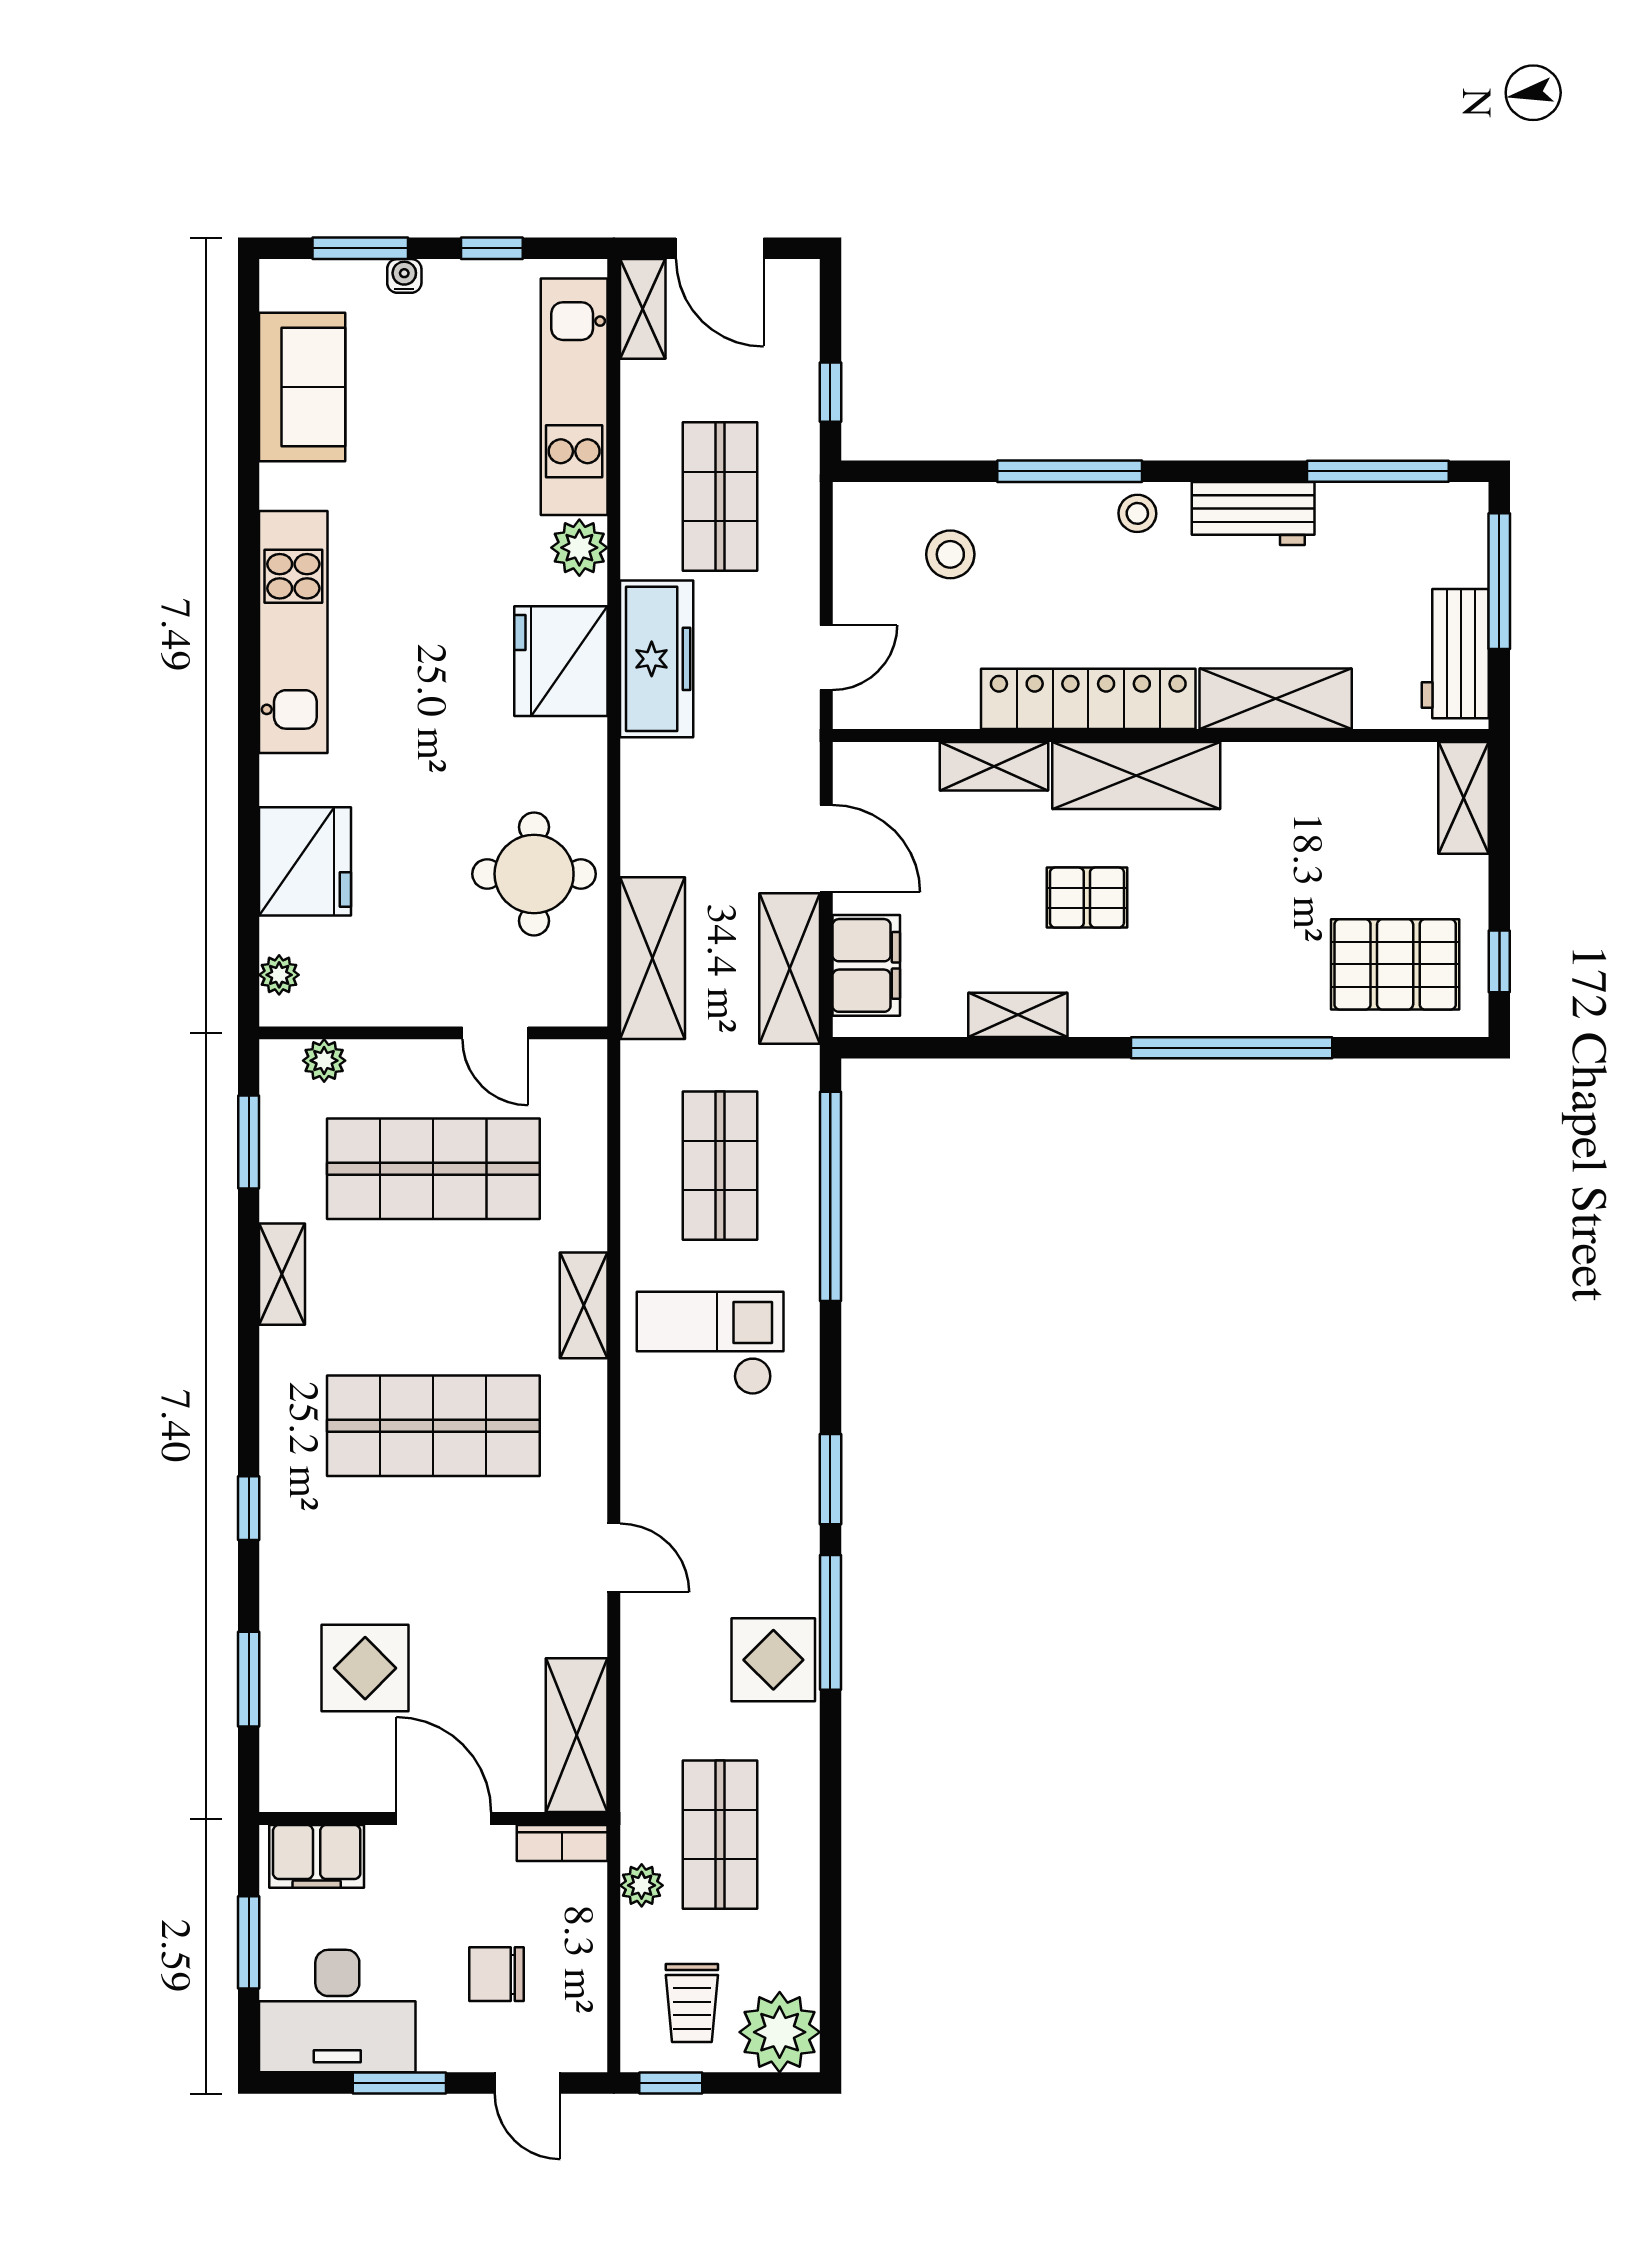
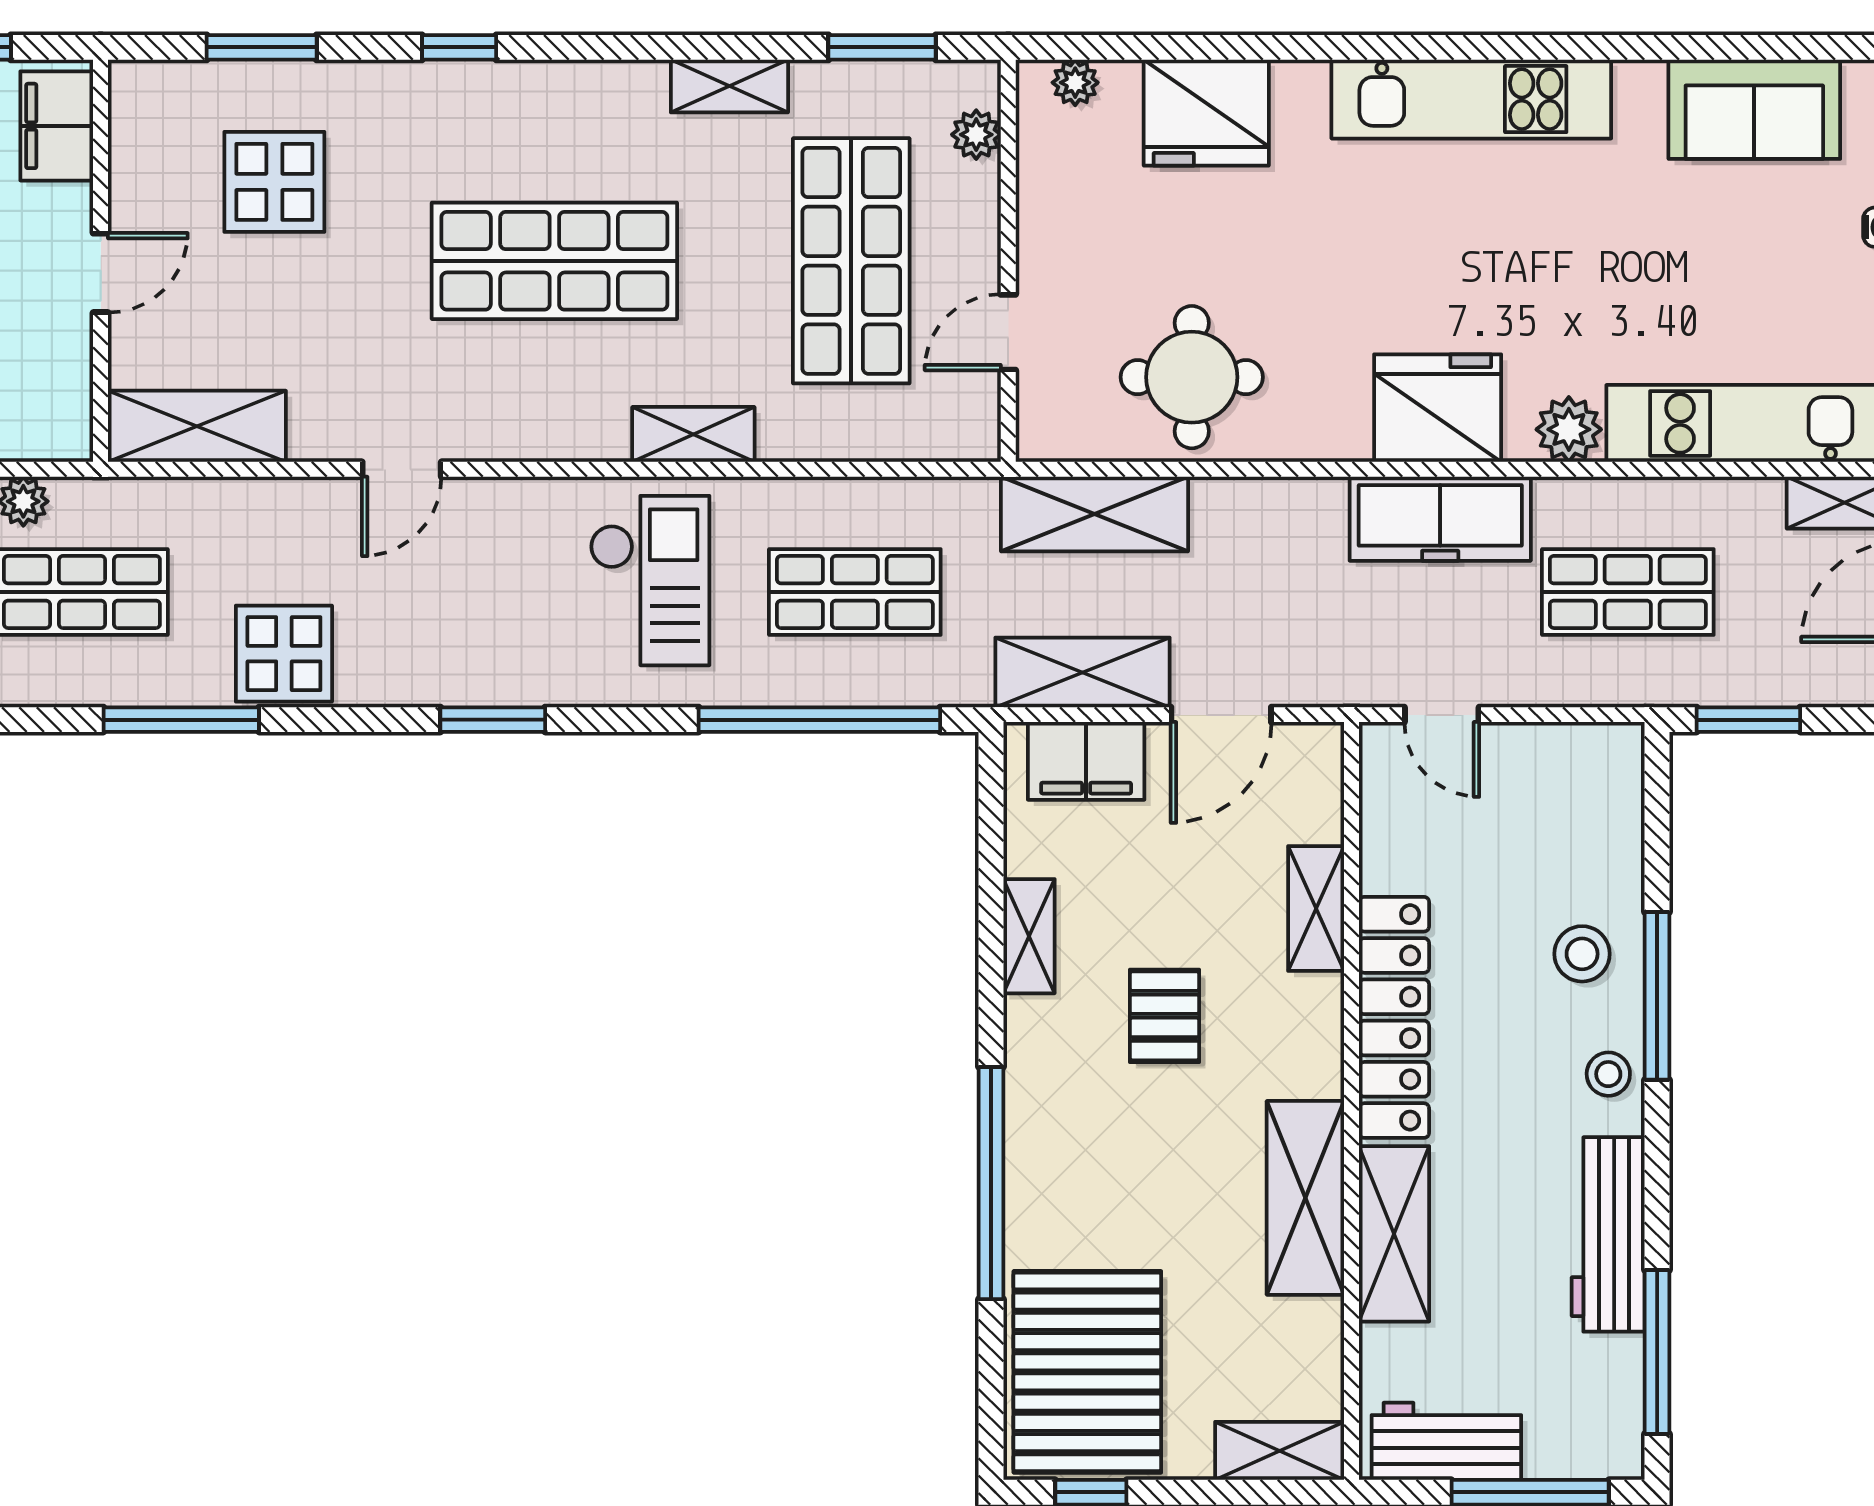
window: (830, 392) -> (1748, 720), width x1.50
workbench: (1253, 513) -> (1608, 1234), width x1.37
stool: (950, 554) -> (1582, 954), moved
shelving: (1136, 776) -> (1305, 1198), moved
pallet: (1395, 964) -> (1087, 1372), width x1.37, depth x1.41
shop shelf: (433, 1426) -> (554, 261), turned 90
window: (830, 1622) -> (181, 720), moved
door: (444, 1819) -> (101, 273), width x0.73
bookcase: (562, 1843) -> (72, 410), removed

